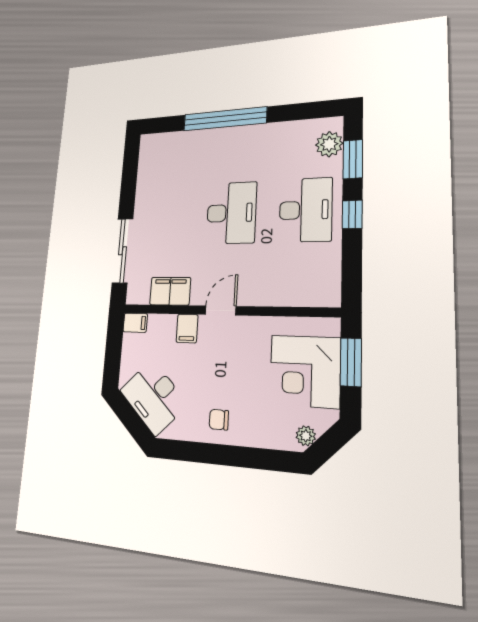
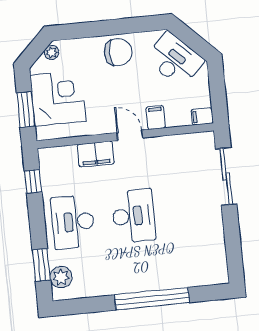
desk: (231, 213) -> (133, 216), turned 180
window: (352, 214) -> (33, 181), moved
filing cabinet: (170, 291) -> (96, 154), moved
door: (221, 310) -> (130, 135), swing flipped
chair: (219, 420) -> (118, 52), width x1.87, depth x1.87

